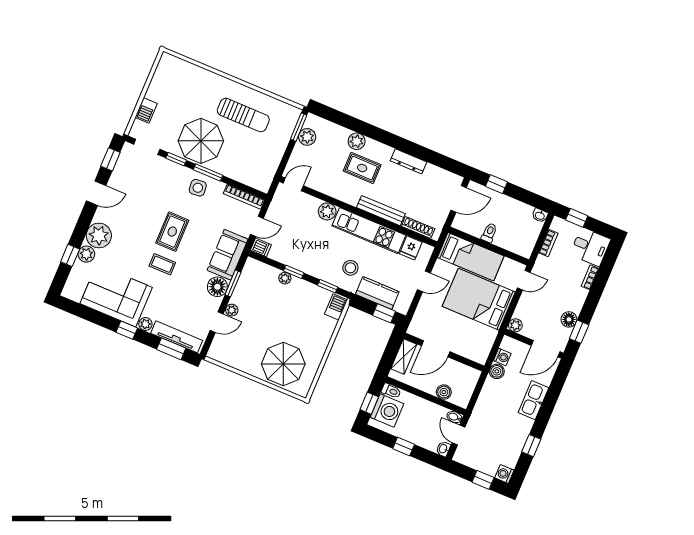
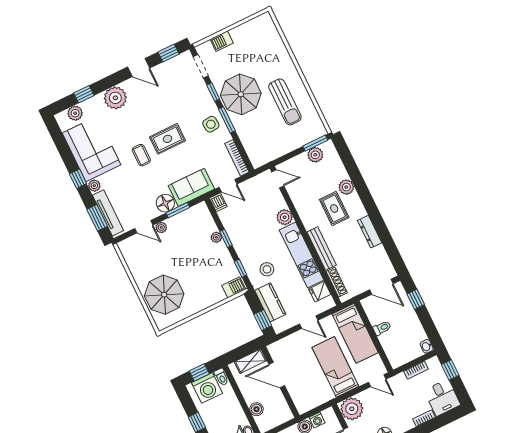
plant: (86, 254) -> (75, 113), moved
bed: (479, 299) -> (335, 367), width x0.67
plant: (515, 325) -> (352, 409), width x1.88, depth x1.88

